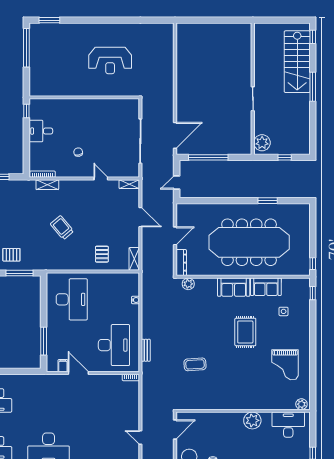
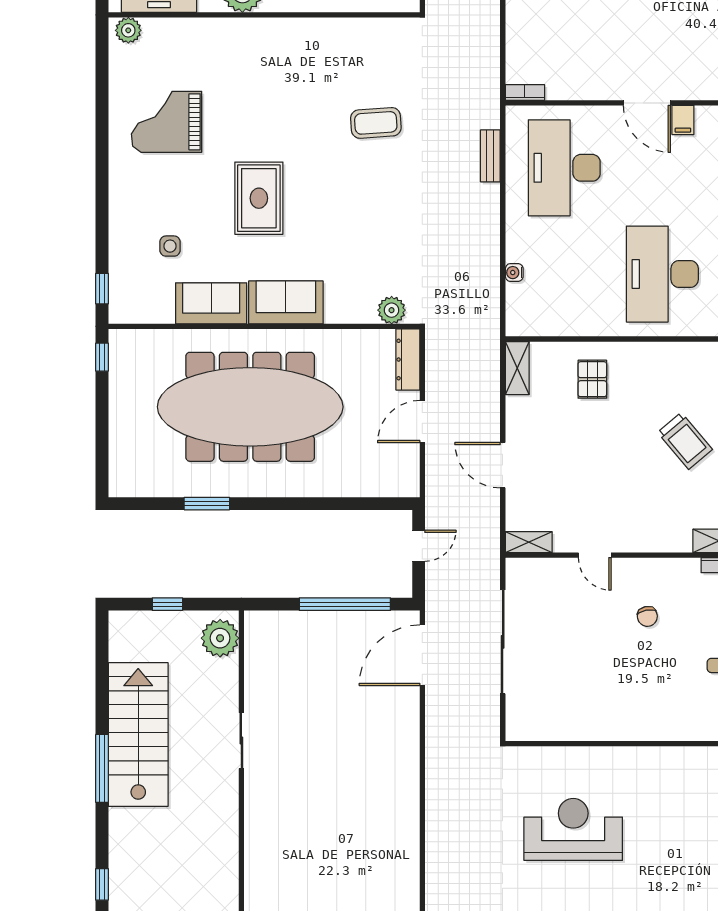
stairs: (297, 62) -> (138, 735), moved
grand piano: (285, 365) -> (166, 122), turned -90

